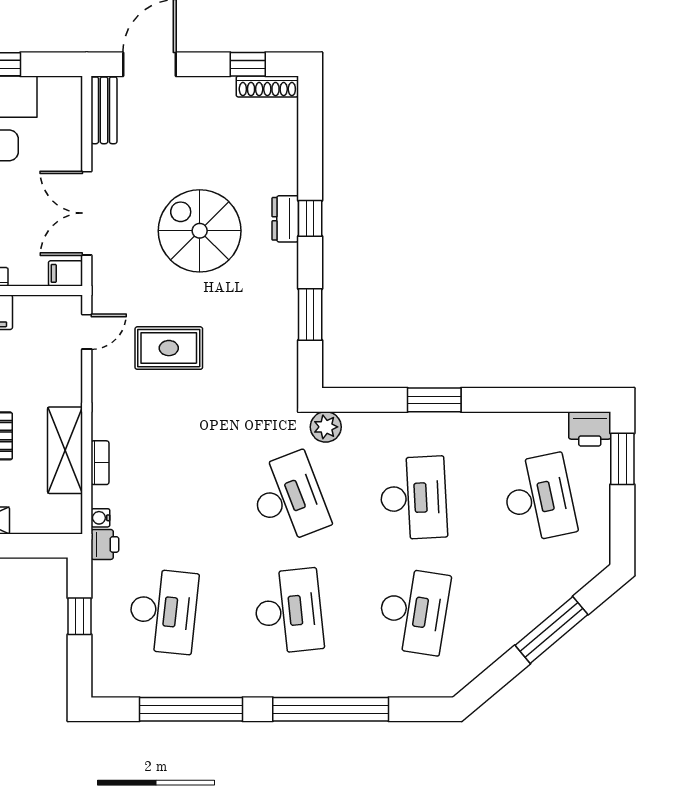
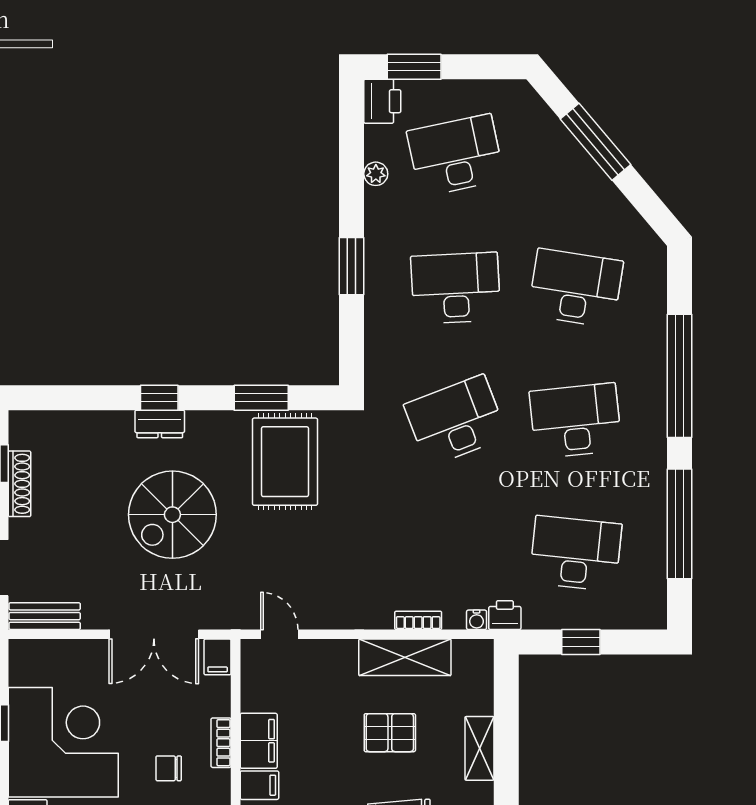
shoe rack: (267, 86) -> (19, 484), moved
rug: (169, 348) -> (285, 462), moved, width x1.36, depth x1.43
plant: (326, 427) -> (376, 174), moved, width x0.73, depth x0.73

